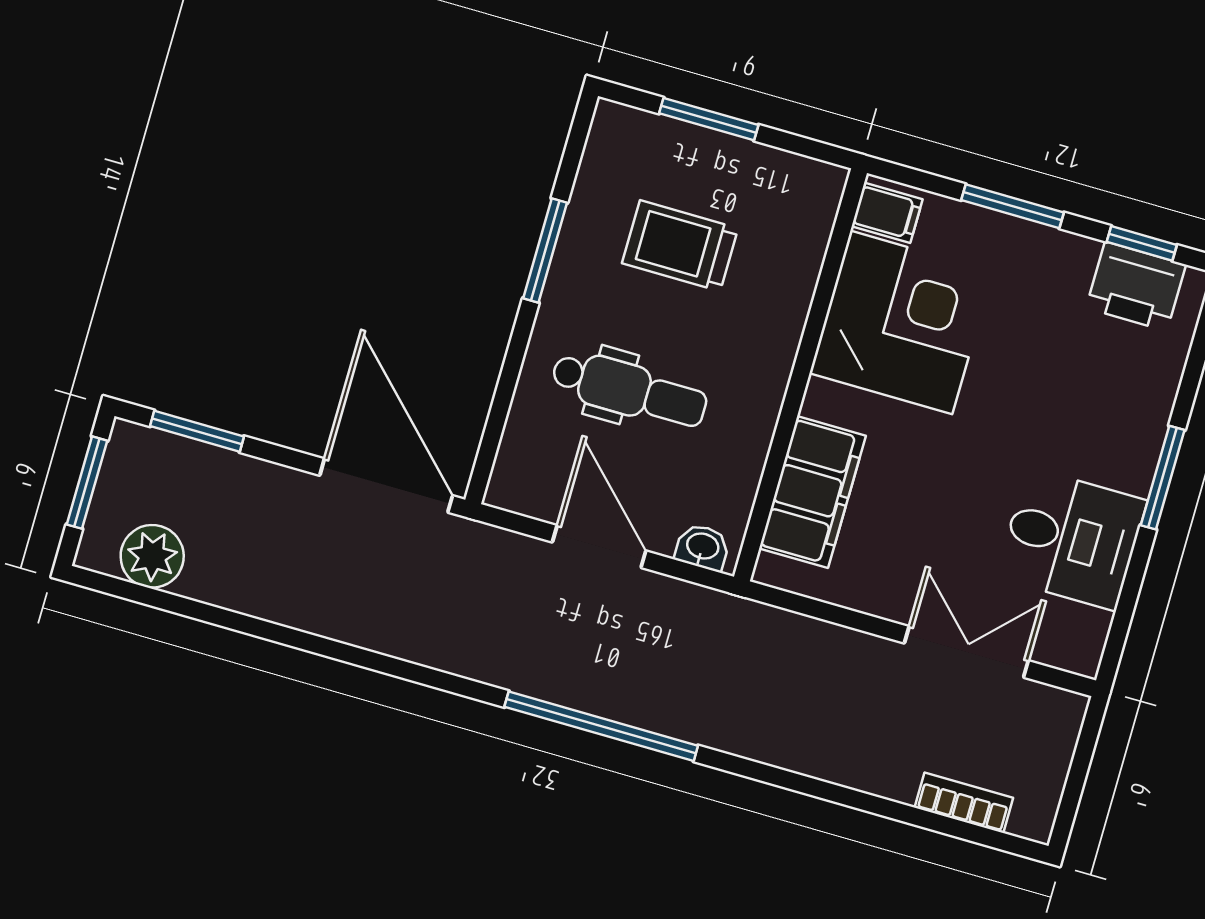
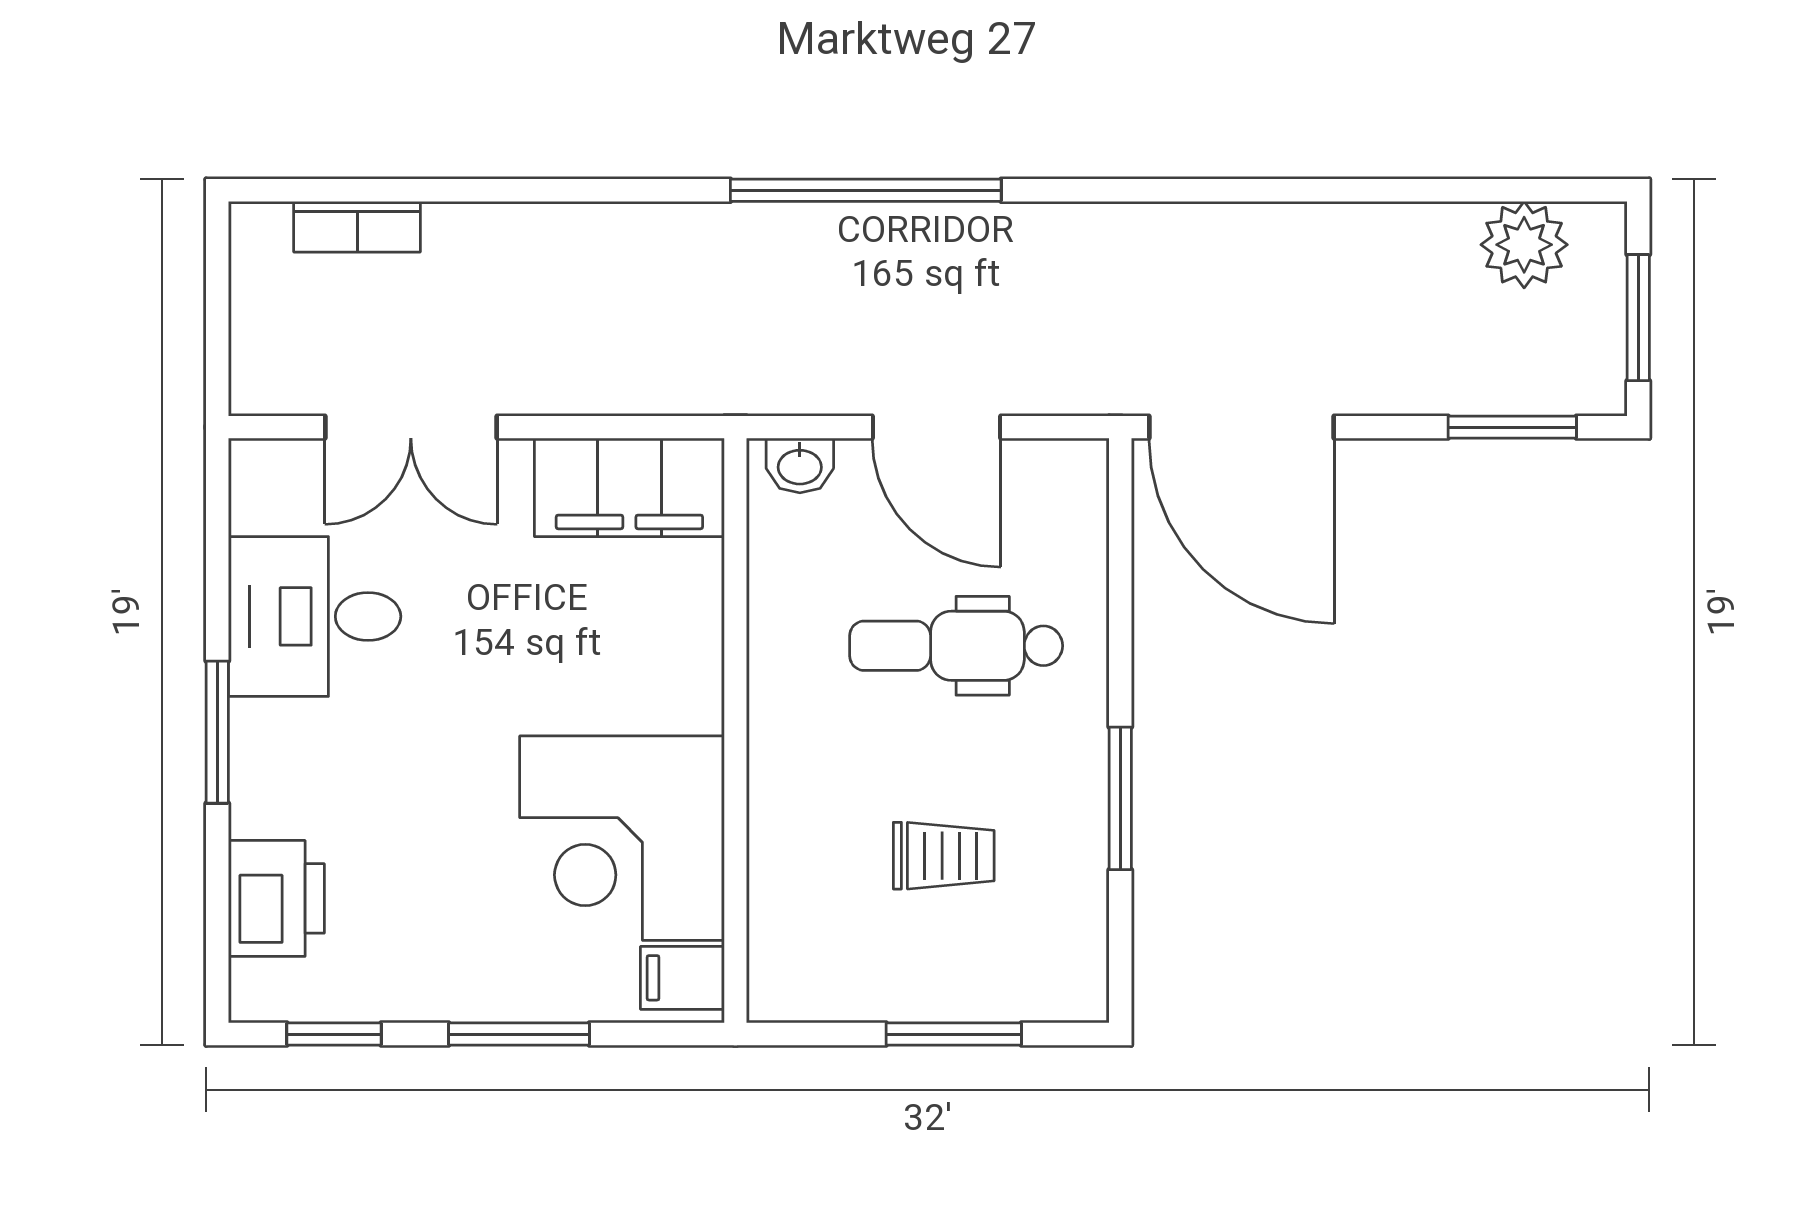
trolley: (680, 246) -> (944, 856), width x0.73, depth x0.72
printer: (1136, 286) -> (276, 898), moved, turned 90
filing cabinet: (812, 492) -> (629, 487), moved, turned -90

